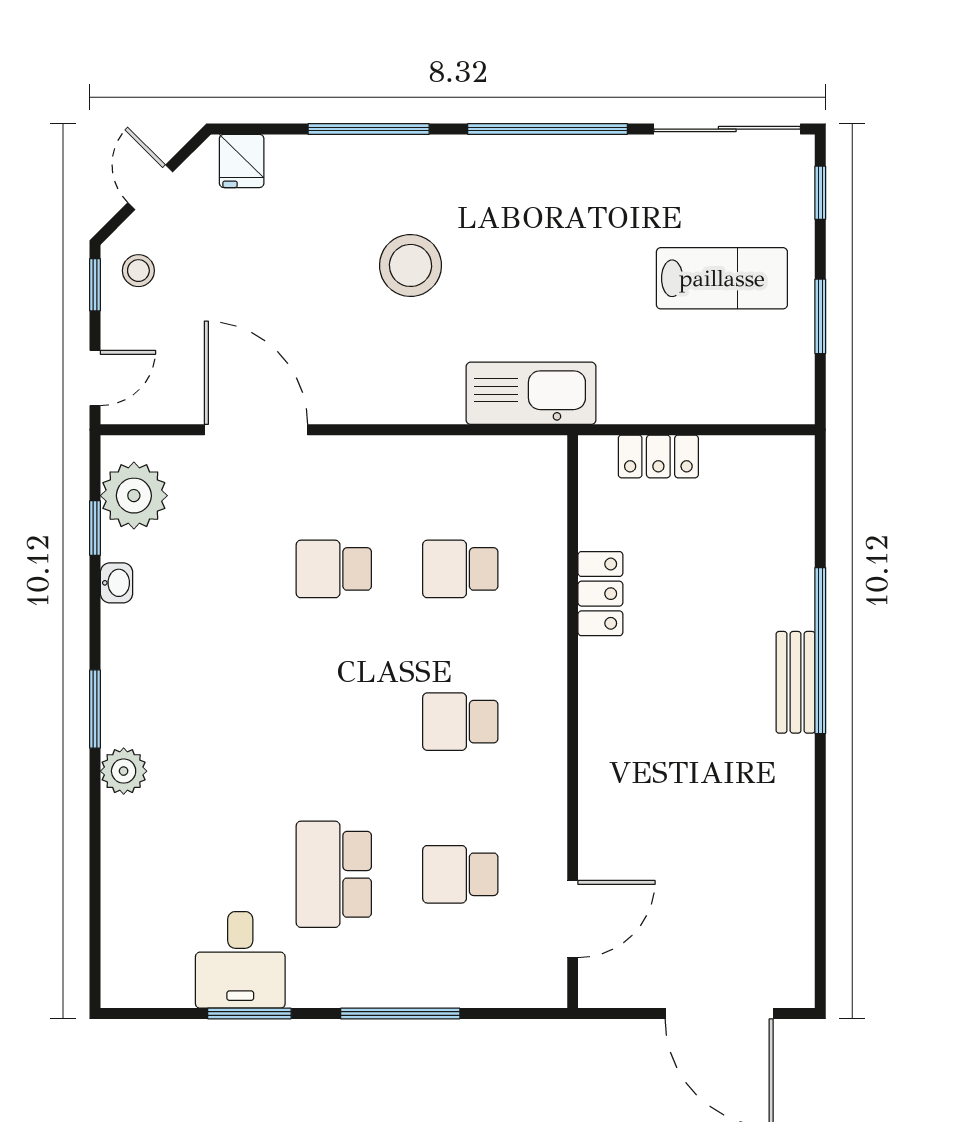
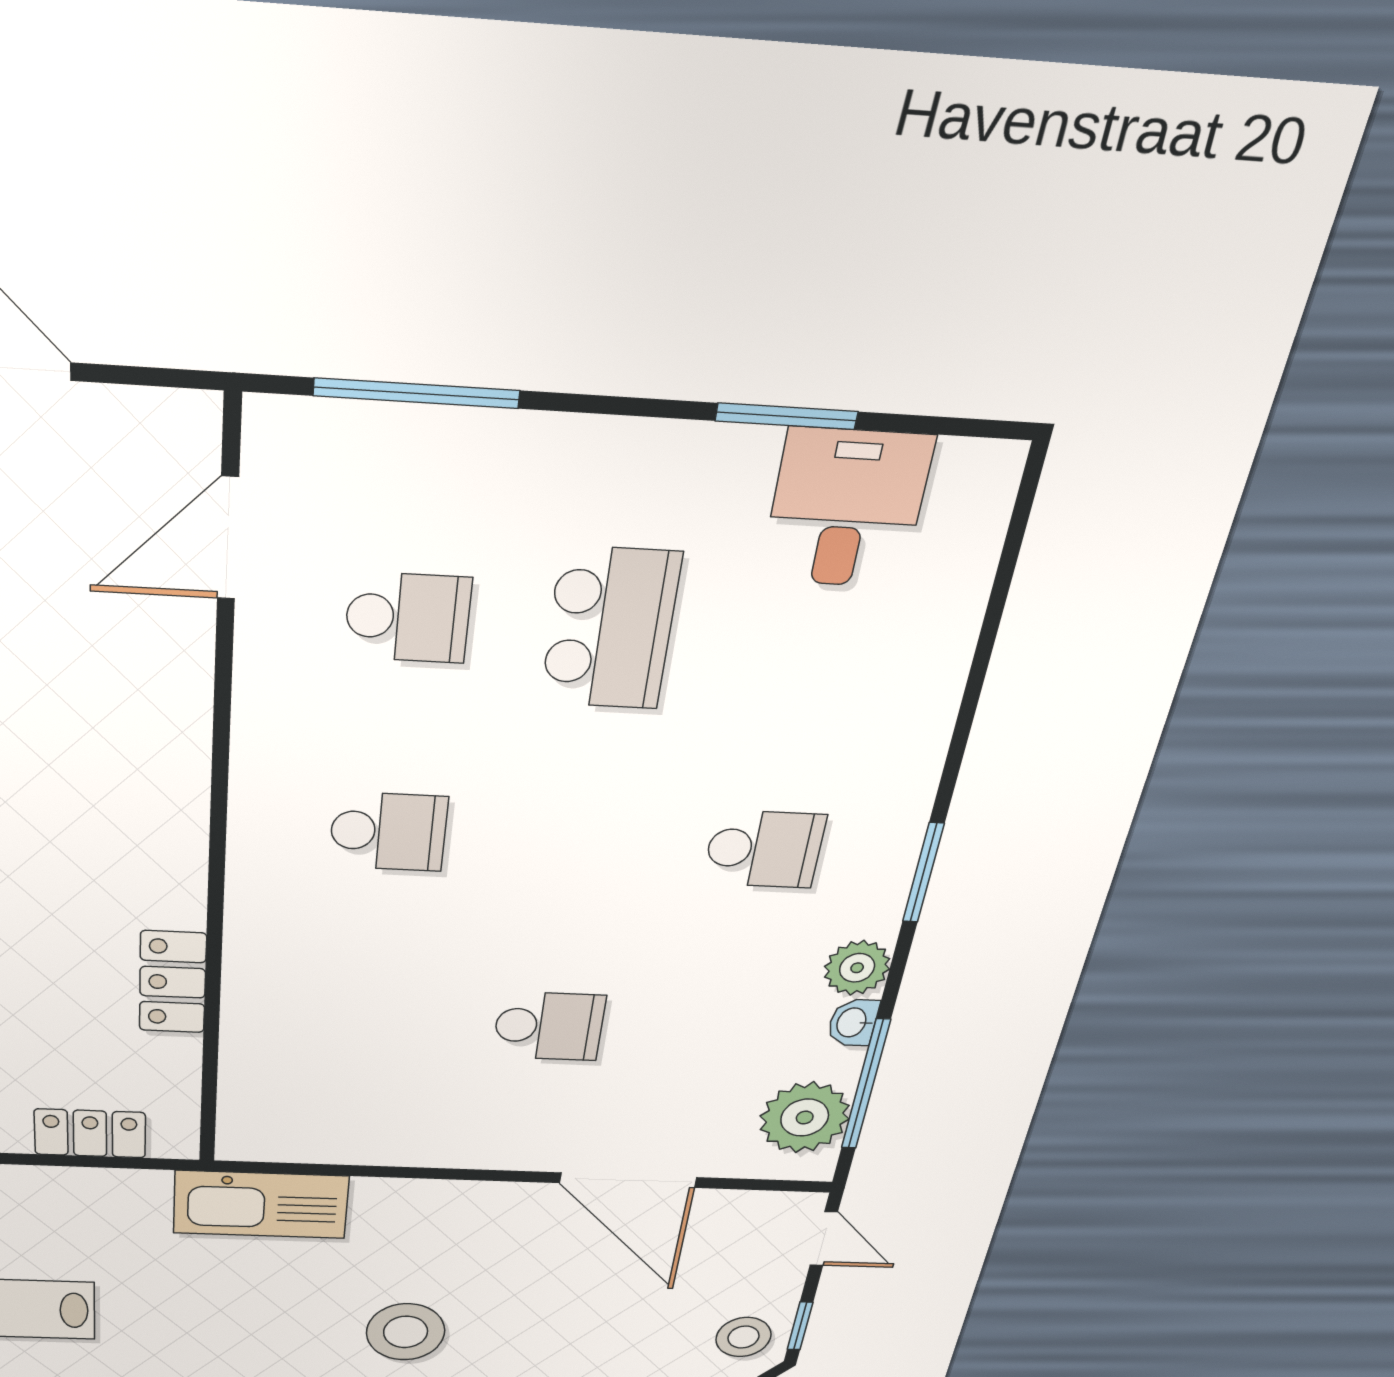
stool: (138, 271) -> (743, 1337), width x1.37, depth x1.37
door: (95, 378) -> (824, 1239), swing flipped
window: (95, 528) -> (866, 1085), width x2.17
school desk: (460, 569) -> (764, 849), moved
plant: (124, 771) -> (857, 968), moved
desk: (240, 960) -> (846, 509), moved
window: (400, 1014) -> (417, 393), moved

